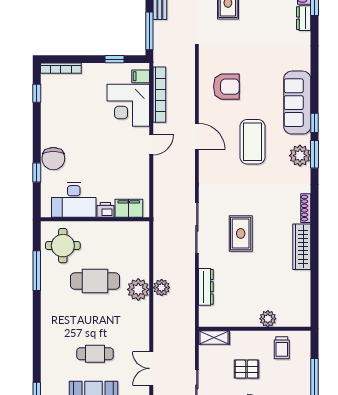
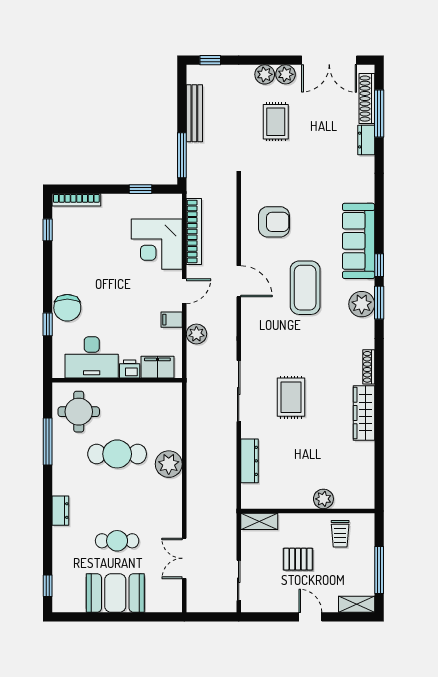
filing cabinet: (141, 76) -> (172, 320), moved
plant: (162, 288) -> (196, 334), moved
dresser: (48, 328) -> (60, 511), added

